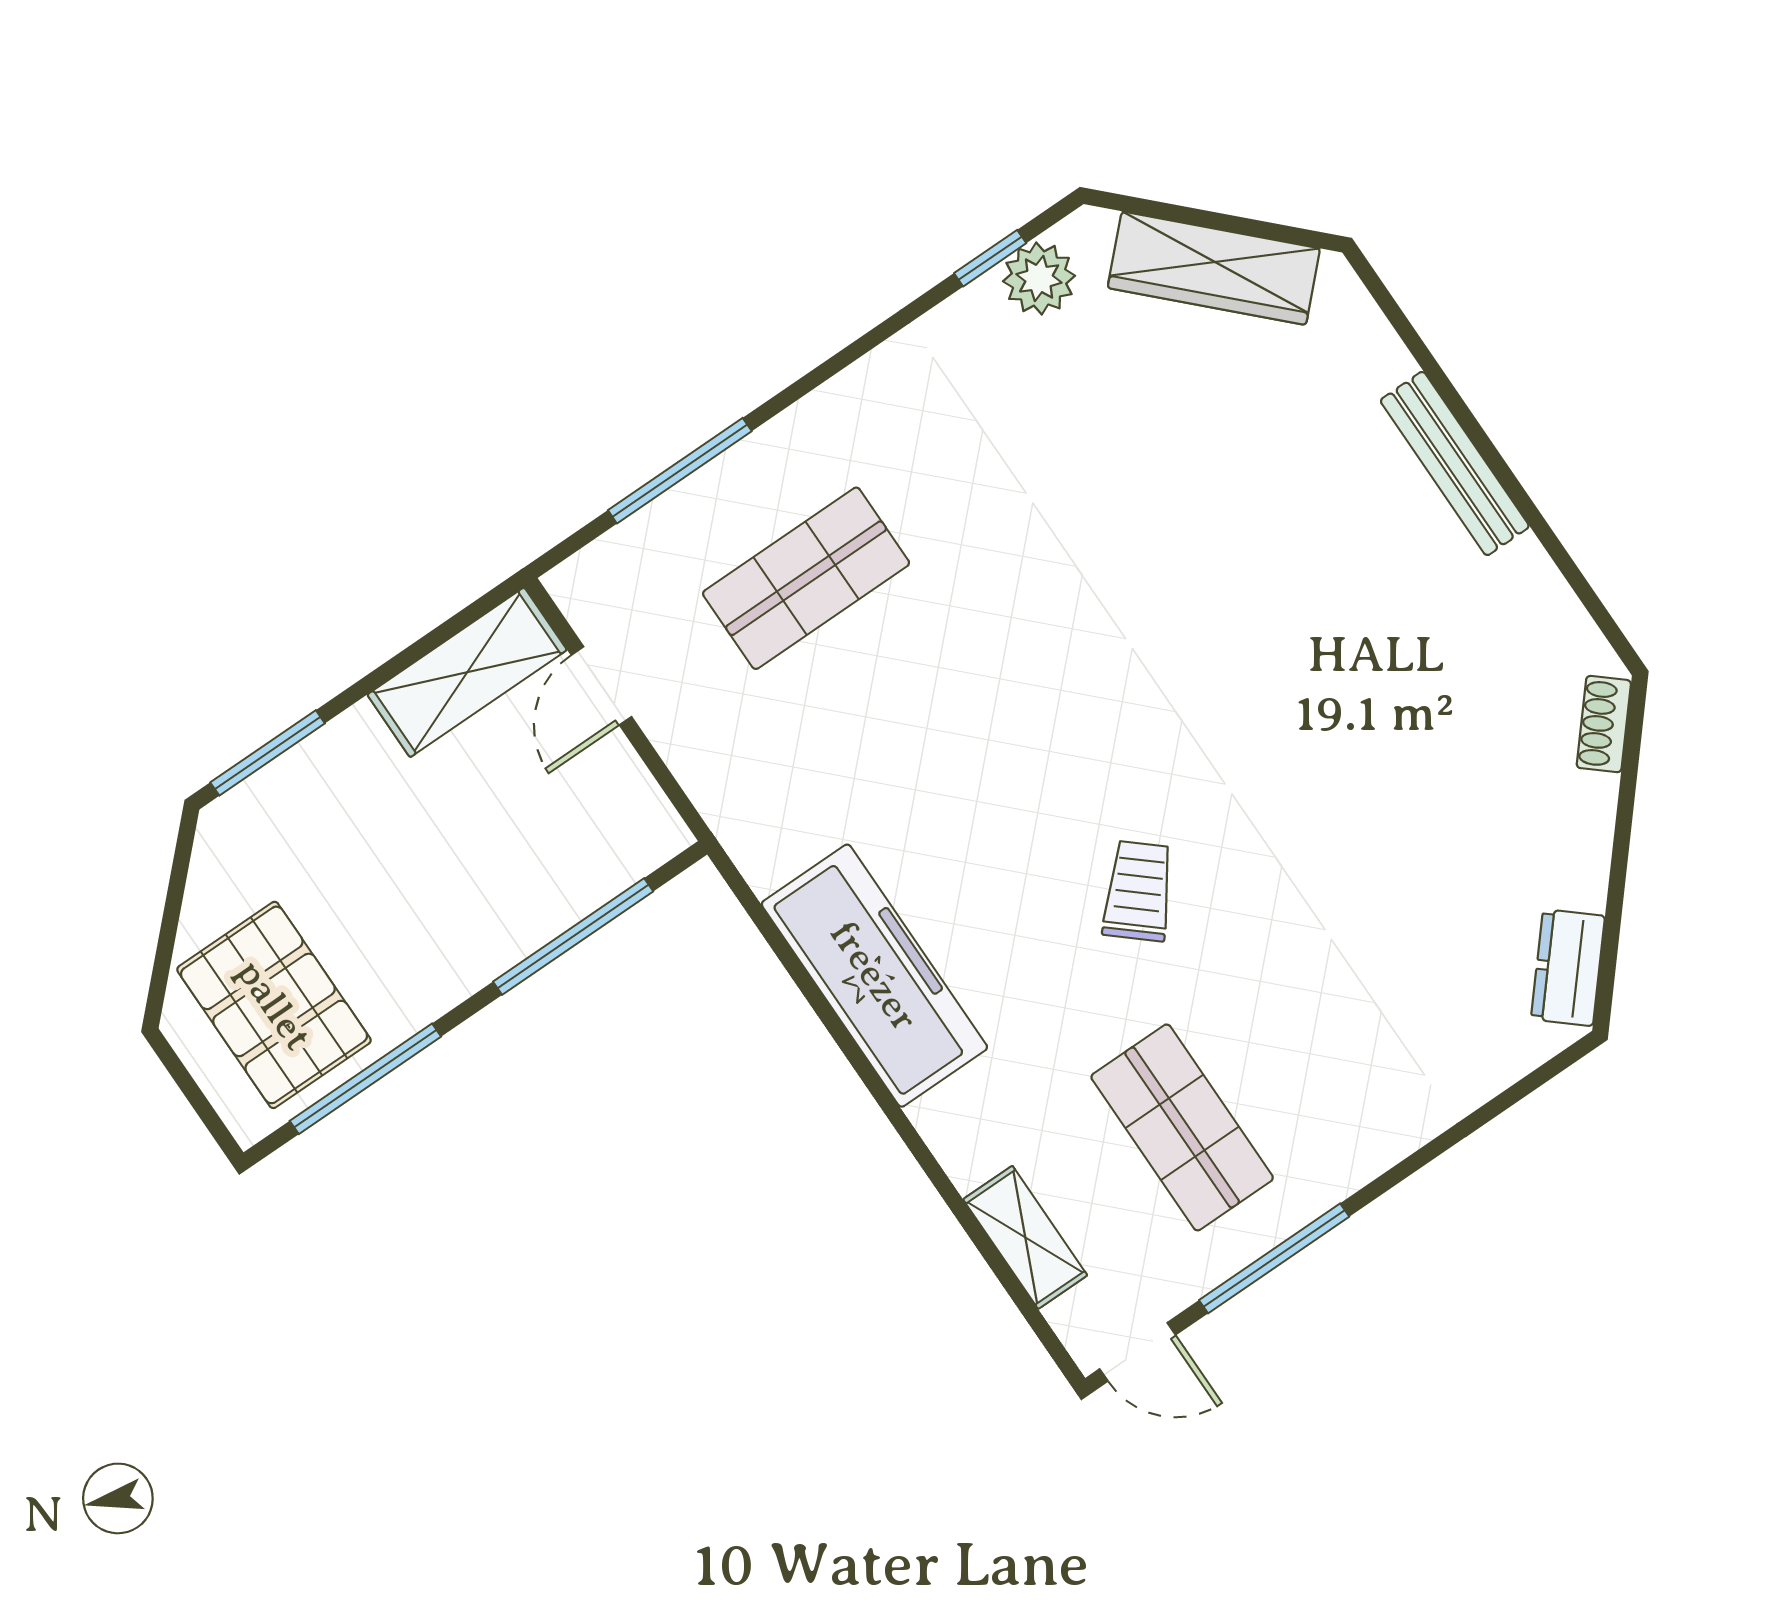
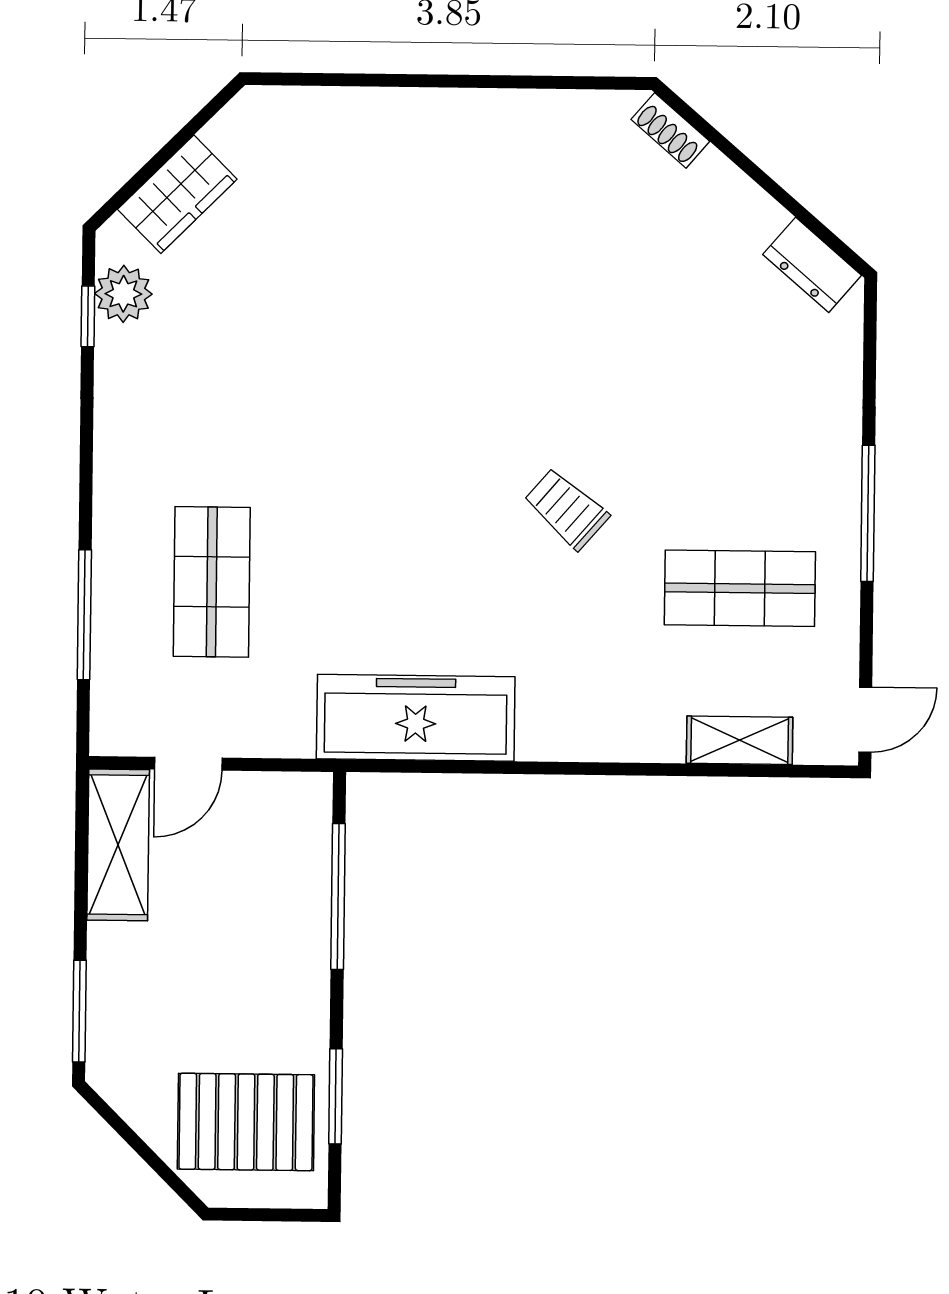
wardrobe: (1214, 268) -> (177, 194), width x0.67
bench: (1455, 464) -> (433, 108), removed
door: (602, 686) -> (188, 764), hinge flipped
freezer: (874, 976) -> (416, 718), moved
window: (365, 1079) -> (336, 1096), width x0.69
window: (1274, 1258) -> (868, 513), moved

